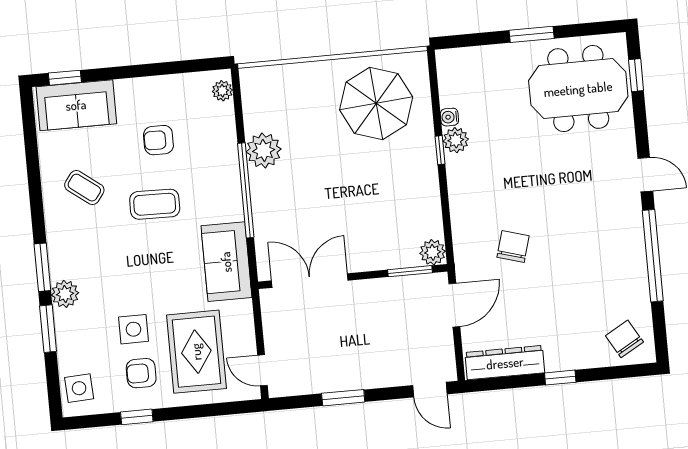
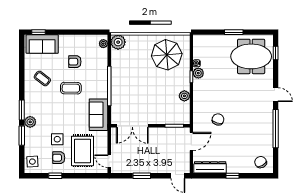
plant: (264, 150) -> (118, 42), moved
plant: (433, 252) -> (184, 96), moved
double door: (310, 281) -> (132, 126), swing flipped

